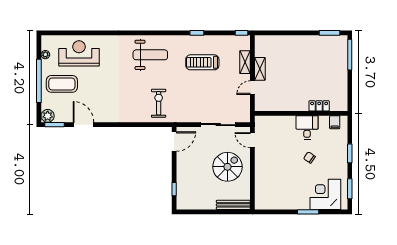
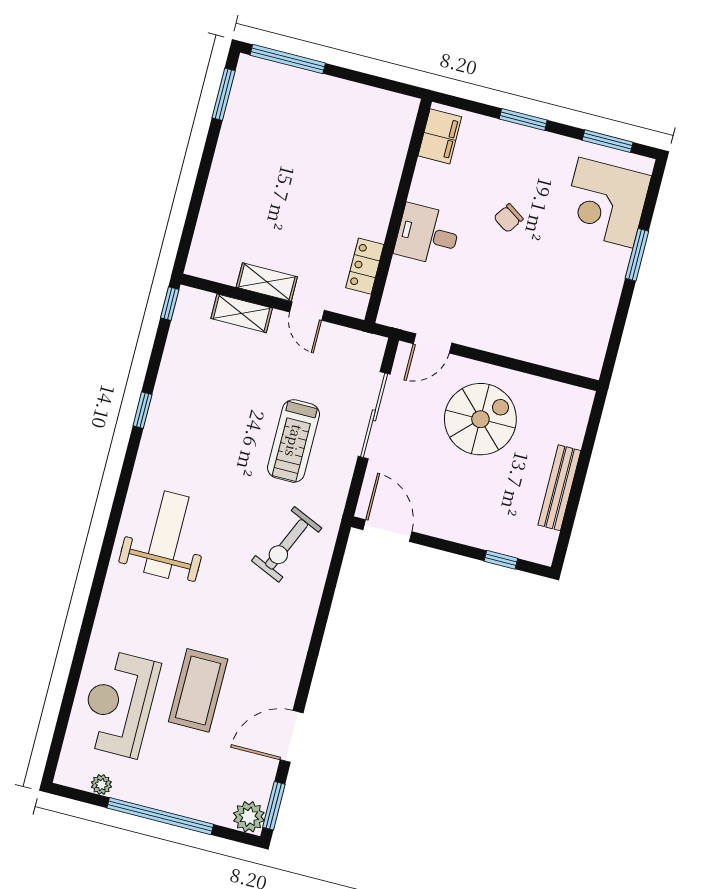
treadmill: (202, 62) -> (294, 441), moved
coffee table: (62, 84) -> (198, 690), moved
exercise bike: (159, 103) -> (287, 544), turned -66
locker: (319, 106) -> (365, 266), moved
filing cabinet: (335, 122) -> (440, 136), width x2.00
desk: (307, 127) -> (428, 235), moved
spiral stairs: (227, 167) -> (480, 419), turned 90
bench: (233, 205) -> (559, 488), moved

